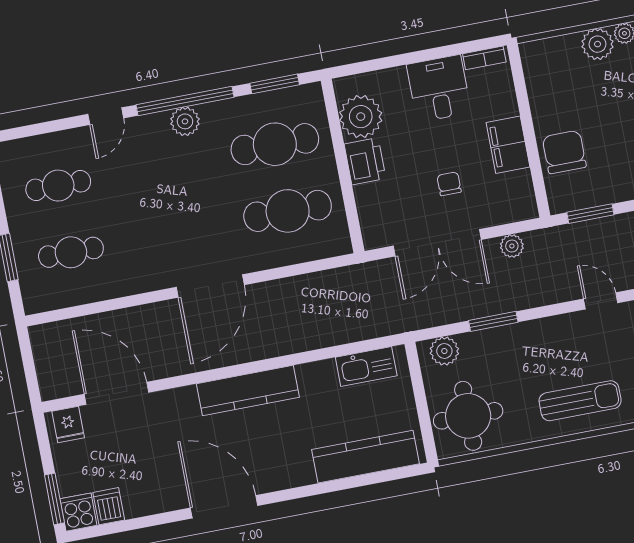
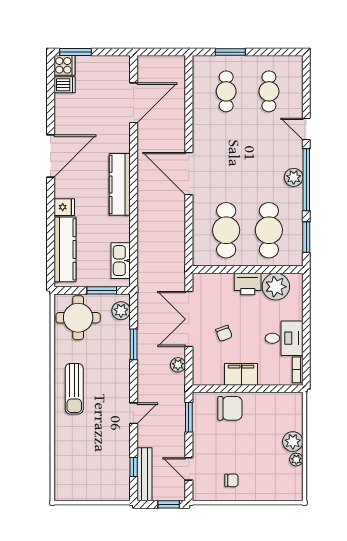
chair: (449, 184) -> (224, 333), turned 70
window: (418, 387) -> (102, 290), added
fridge: (68, 424) -> (64, 207), moved, turned 180

